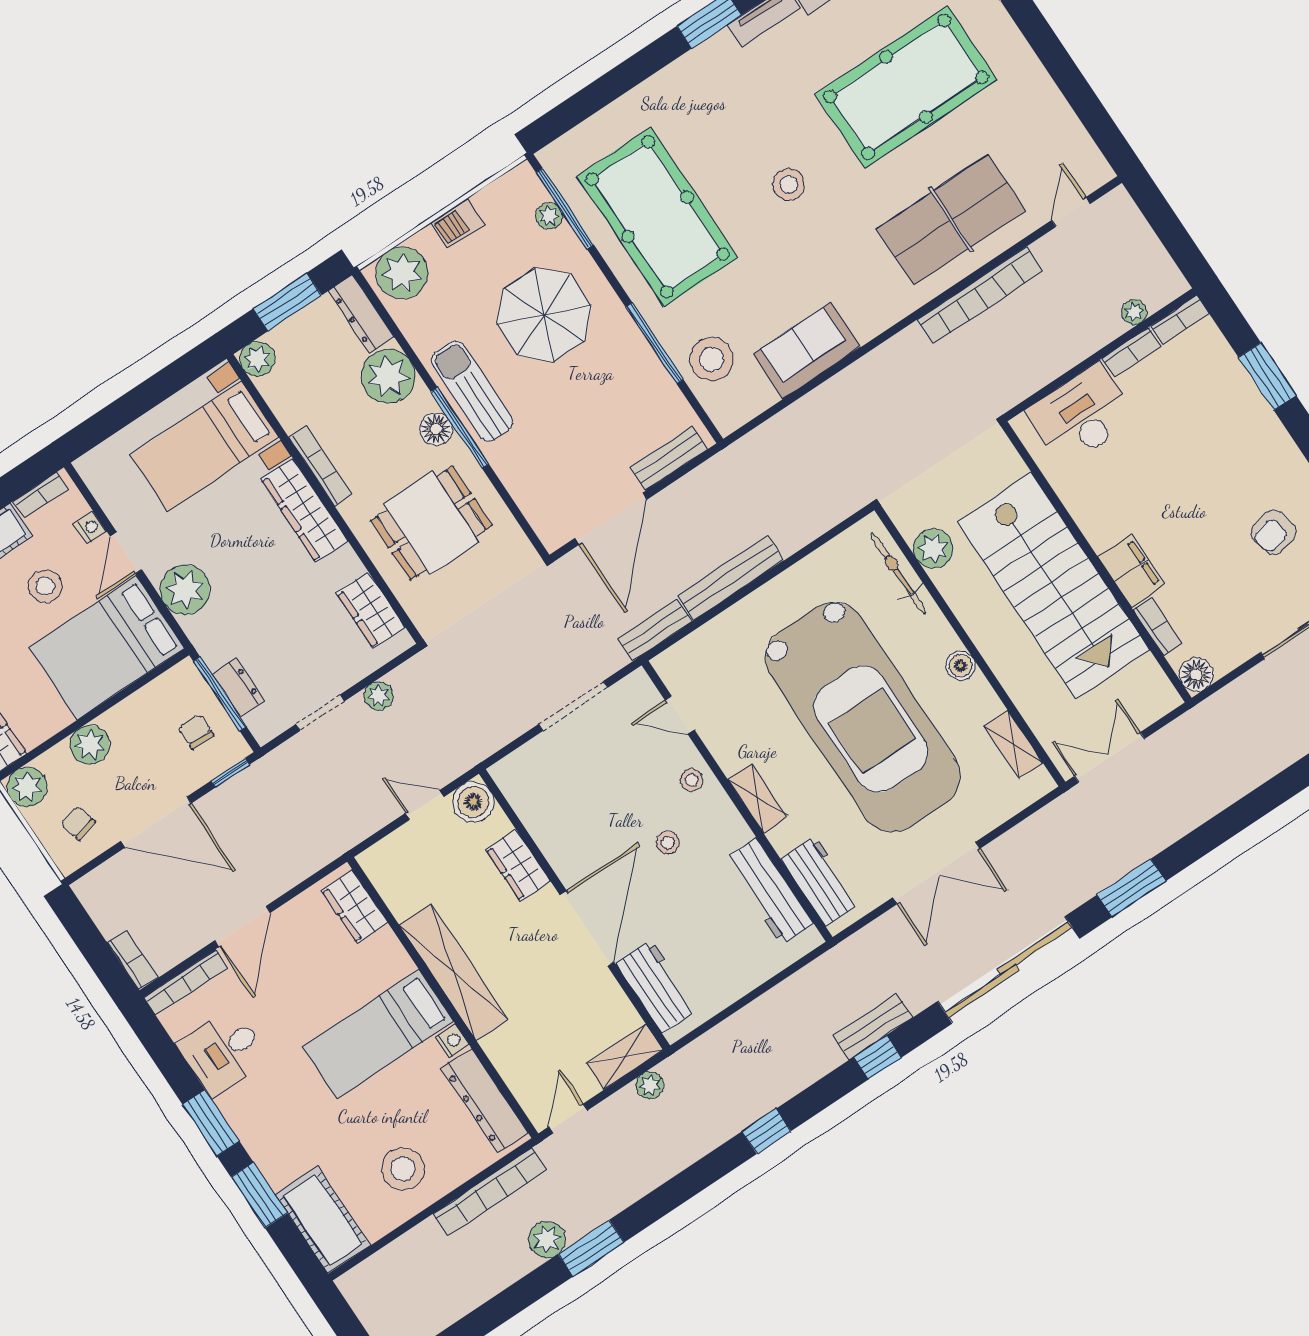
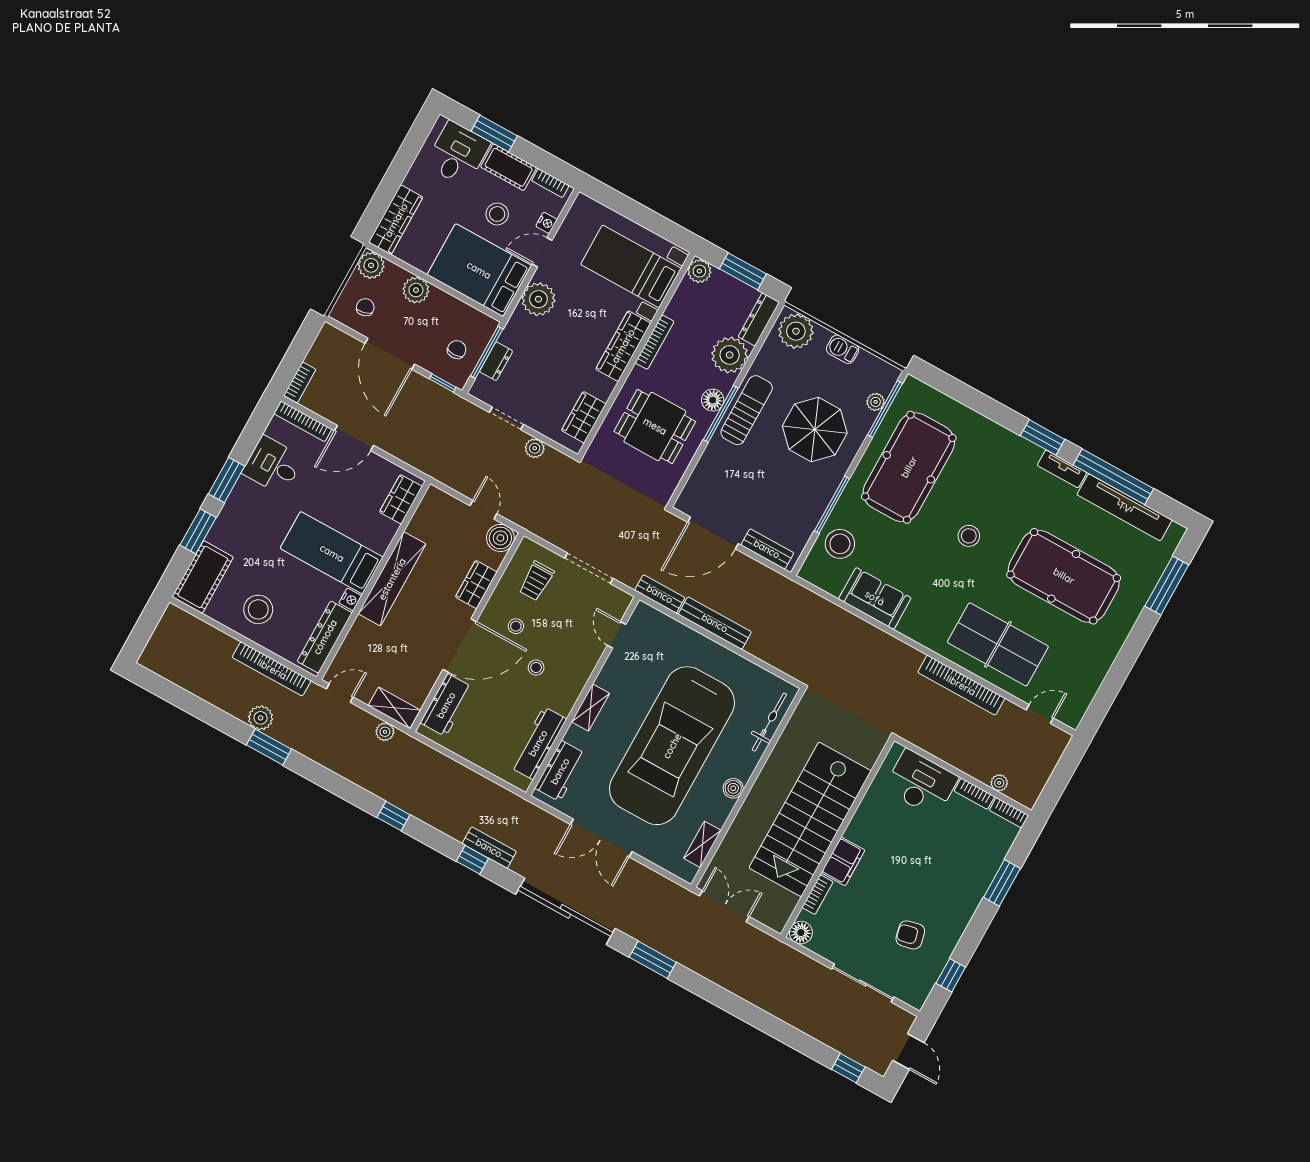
plant: (933, 548) -> (795, 736), removed
stool: (692, 780) -> (516, 626), moved
trolley: (554, 784) -> (536, 581), added

